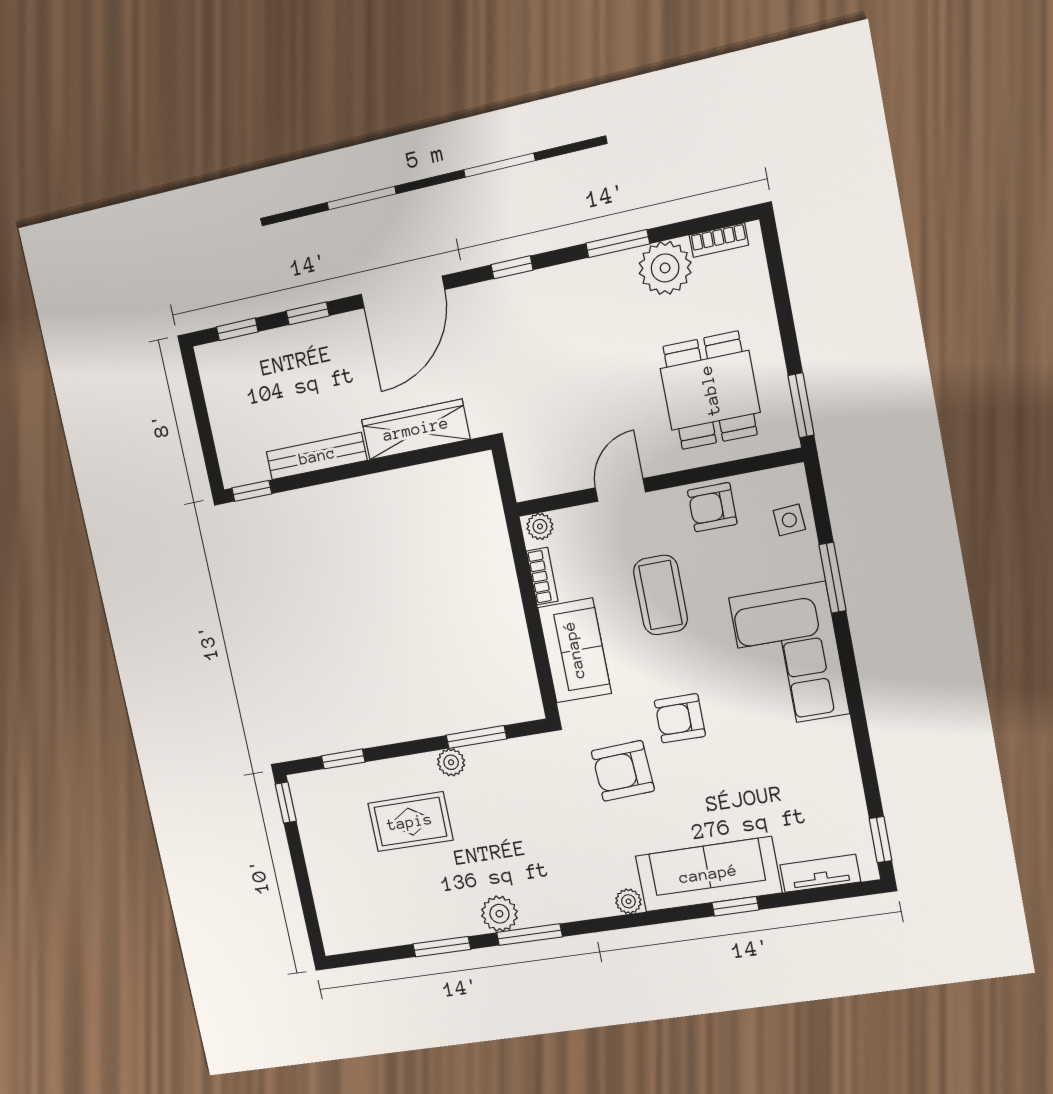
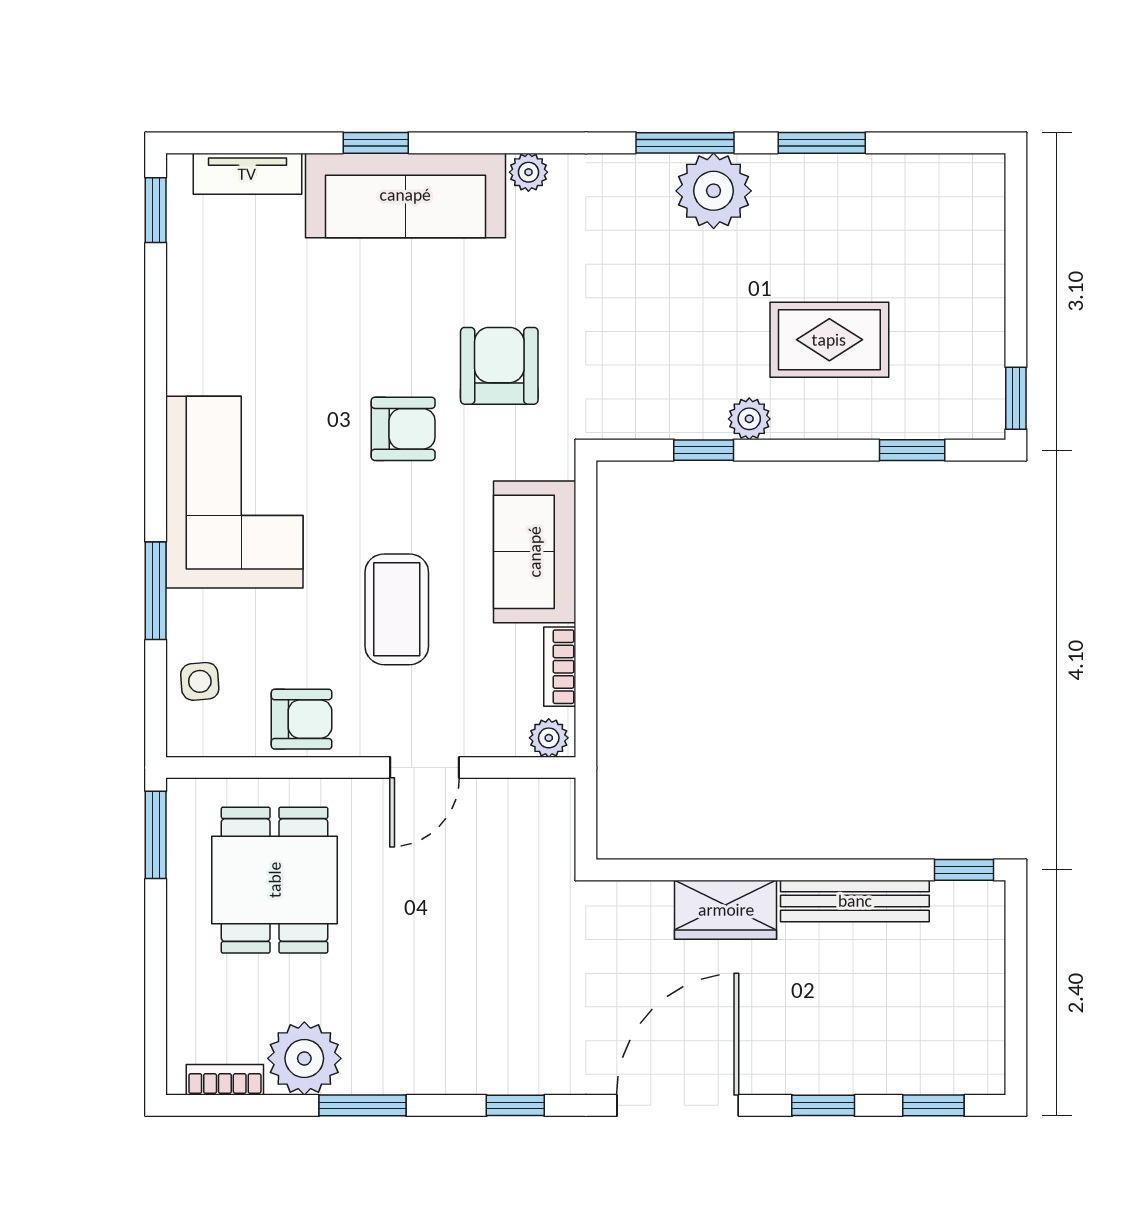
wardrobe: (416, 429) -> (726, 910), width x0.67
window: (476, 737) -> (704, 450), width x0.67
armchair: (623, 771) -> (499, 366), turned -87
plant: (499, 914) -> (714, 191), width x1.36, depth x1.36

